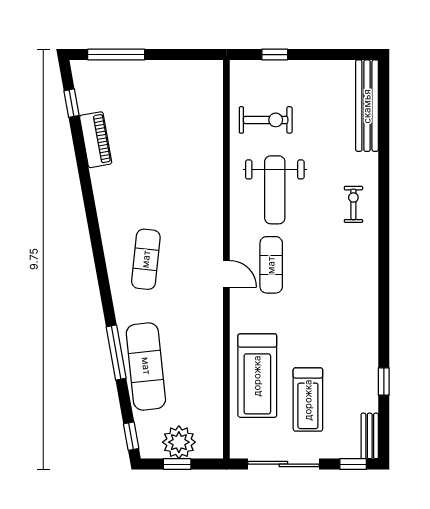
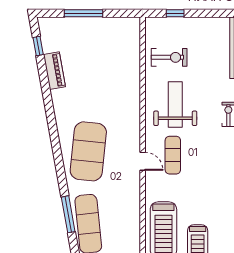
window: (116, 55) -> (83, 13), moved
weight bench: (275, 190) -> (175, 105), turned 180
exercise mat: (146, 259) -> (88, 151), width x2.00, depth x1.45

